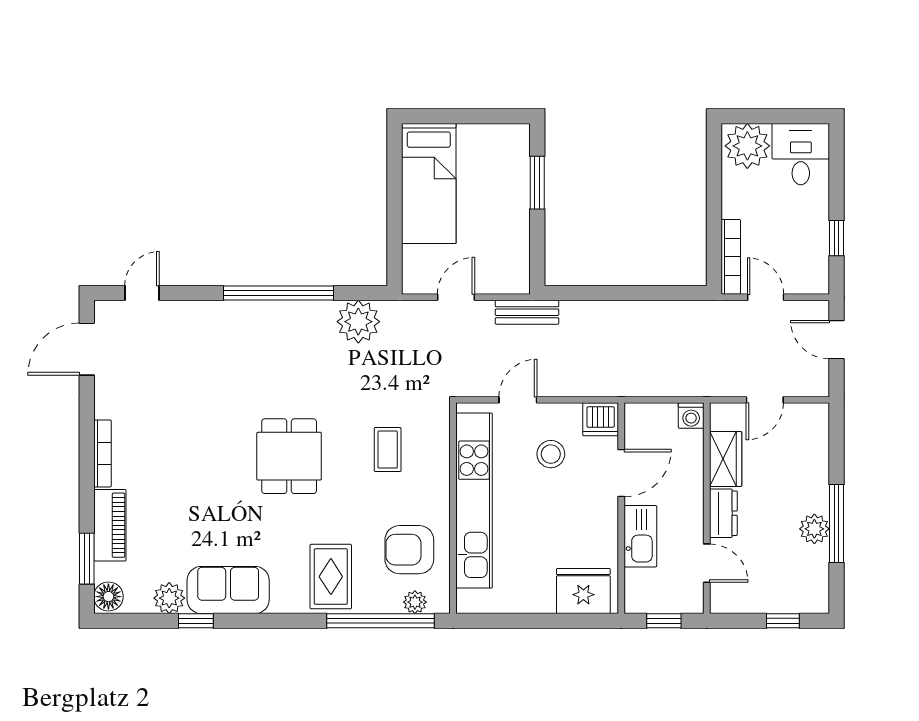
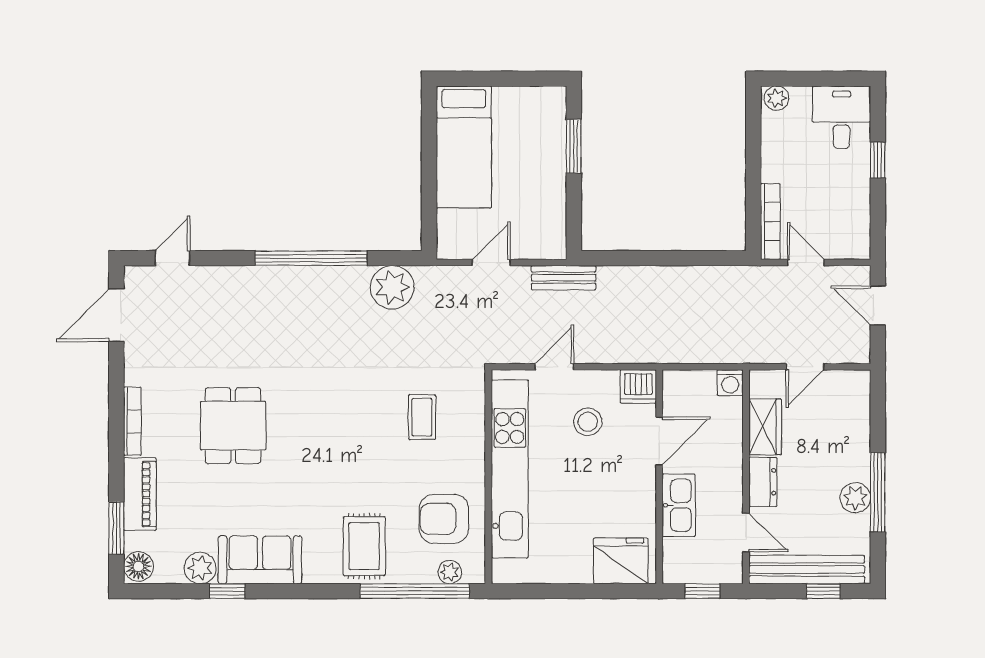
plant: (747, 146) -> (777, 98), width x0.53, depth x0.53
window: (836, 238) -> (878, 160), moved
dining table: (289, 456) -> (233, 426), moved
bench: (766, 600) -> (807, 570), added

